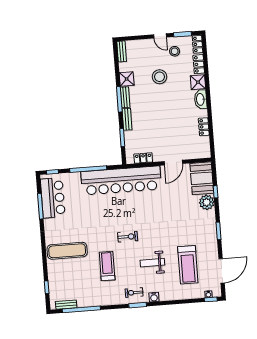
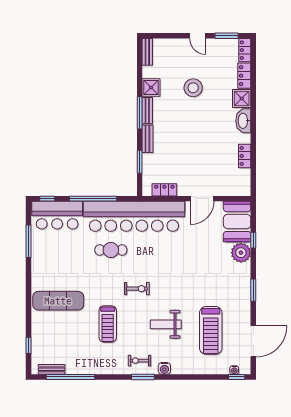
stool: (175, 51) -> (215, 57), removed
bar counter: (53, 198) -> (57, 215), moved, turned 90
cafe table: (105, 208) -> (111, 250), added
treadmill: (107, 266) -> (108, 324), turned 180

